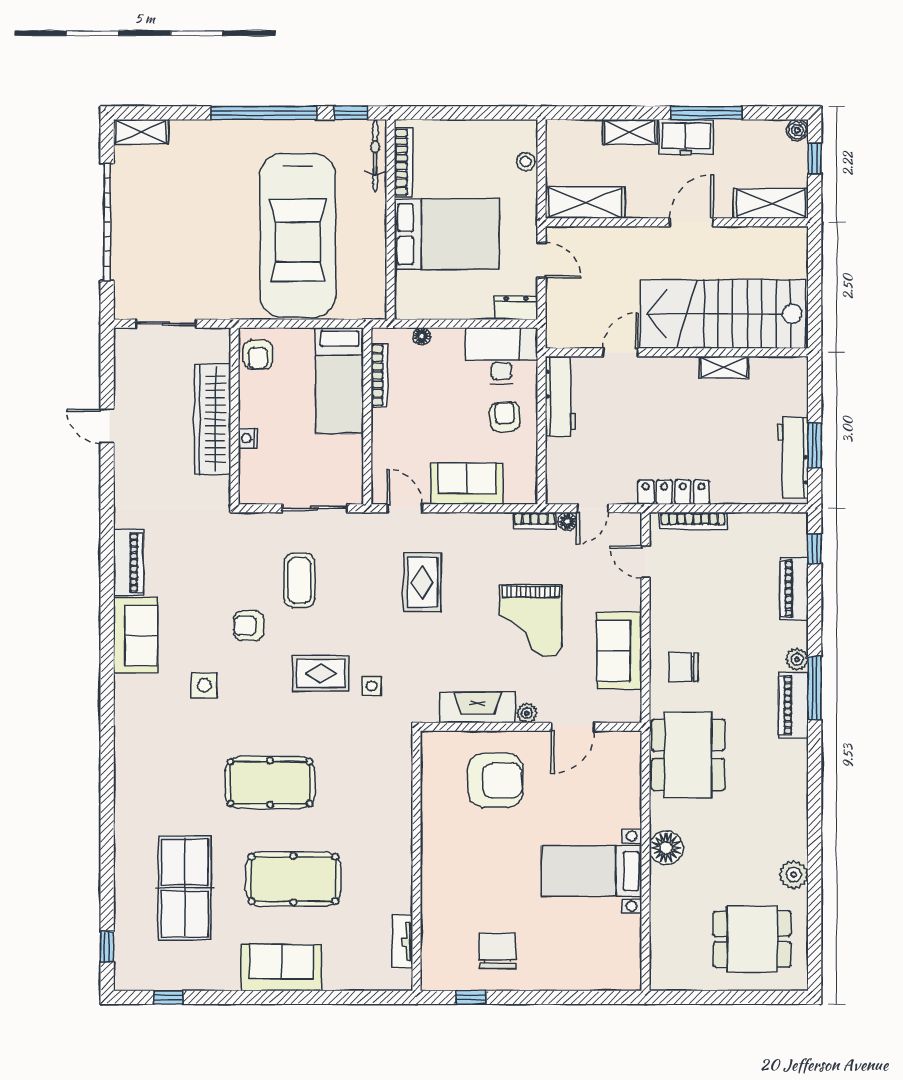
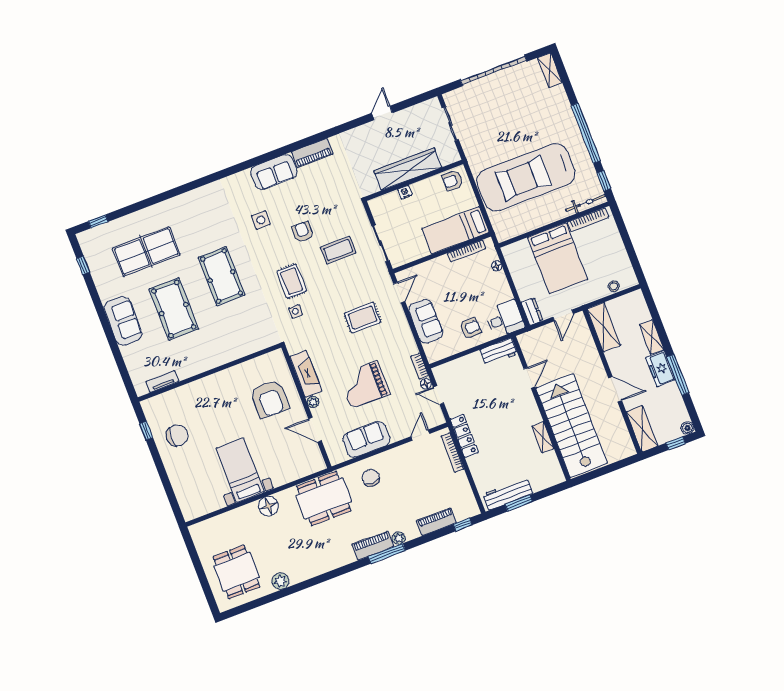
door: (621, 352) -> (529, 378), hinge flipped
desk: (502, 356) -> (505, 319), width x0.73
workbench: (560, 396) -> (499, 352), width x0.73

